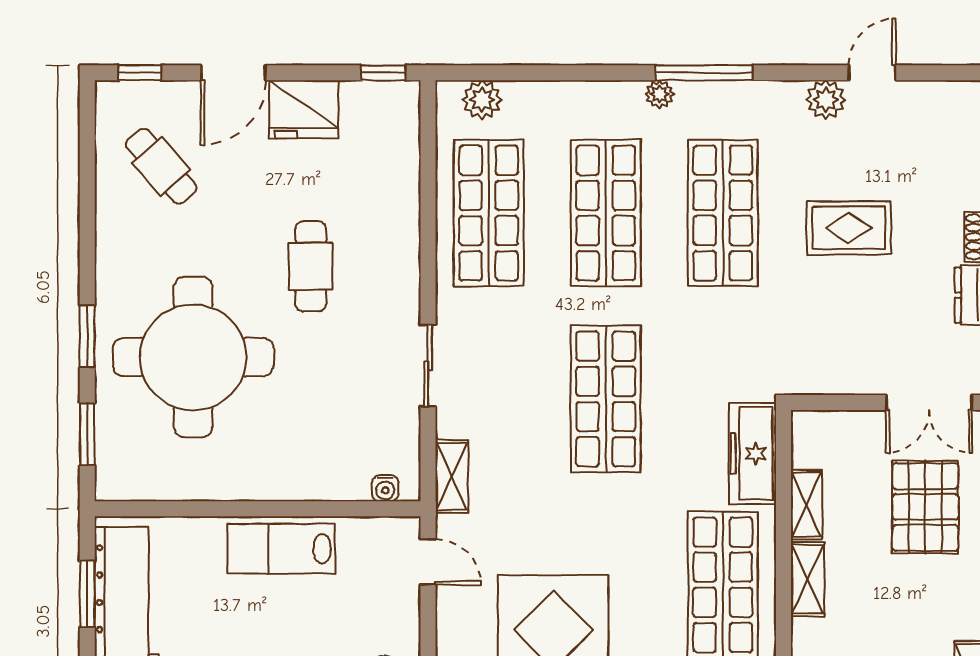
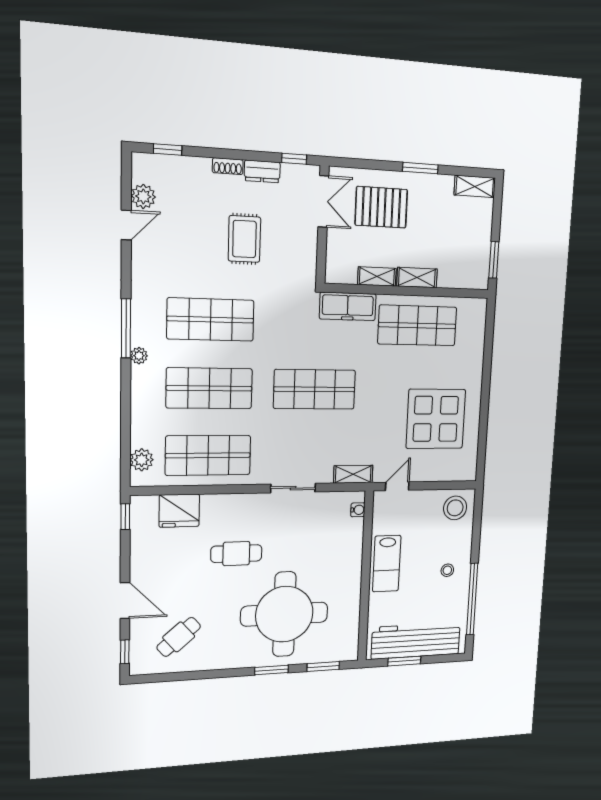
door: (872, 73) -> (126, 225), swing flipped
plant: (826, 100) -> (143, 196), moved
fridge: (304, 109) -> (179, 511), moved, turned 90
rug: (849, 228) -> (244, 239), moved

